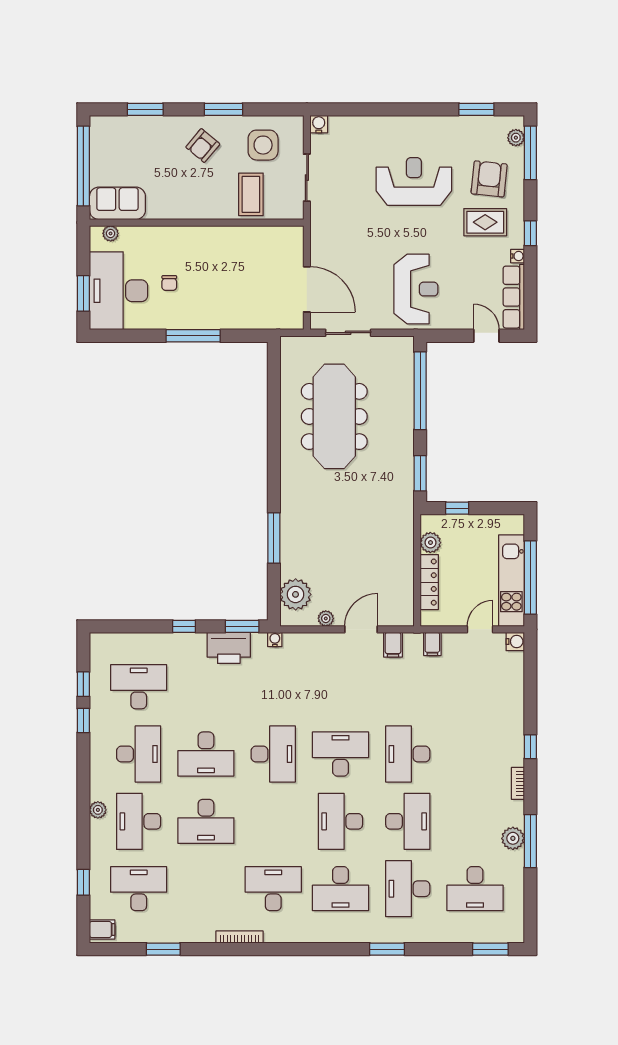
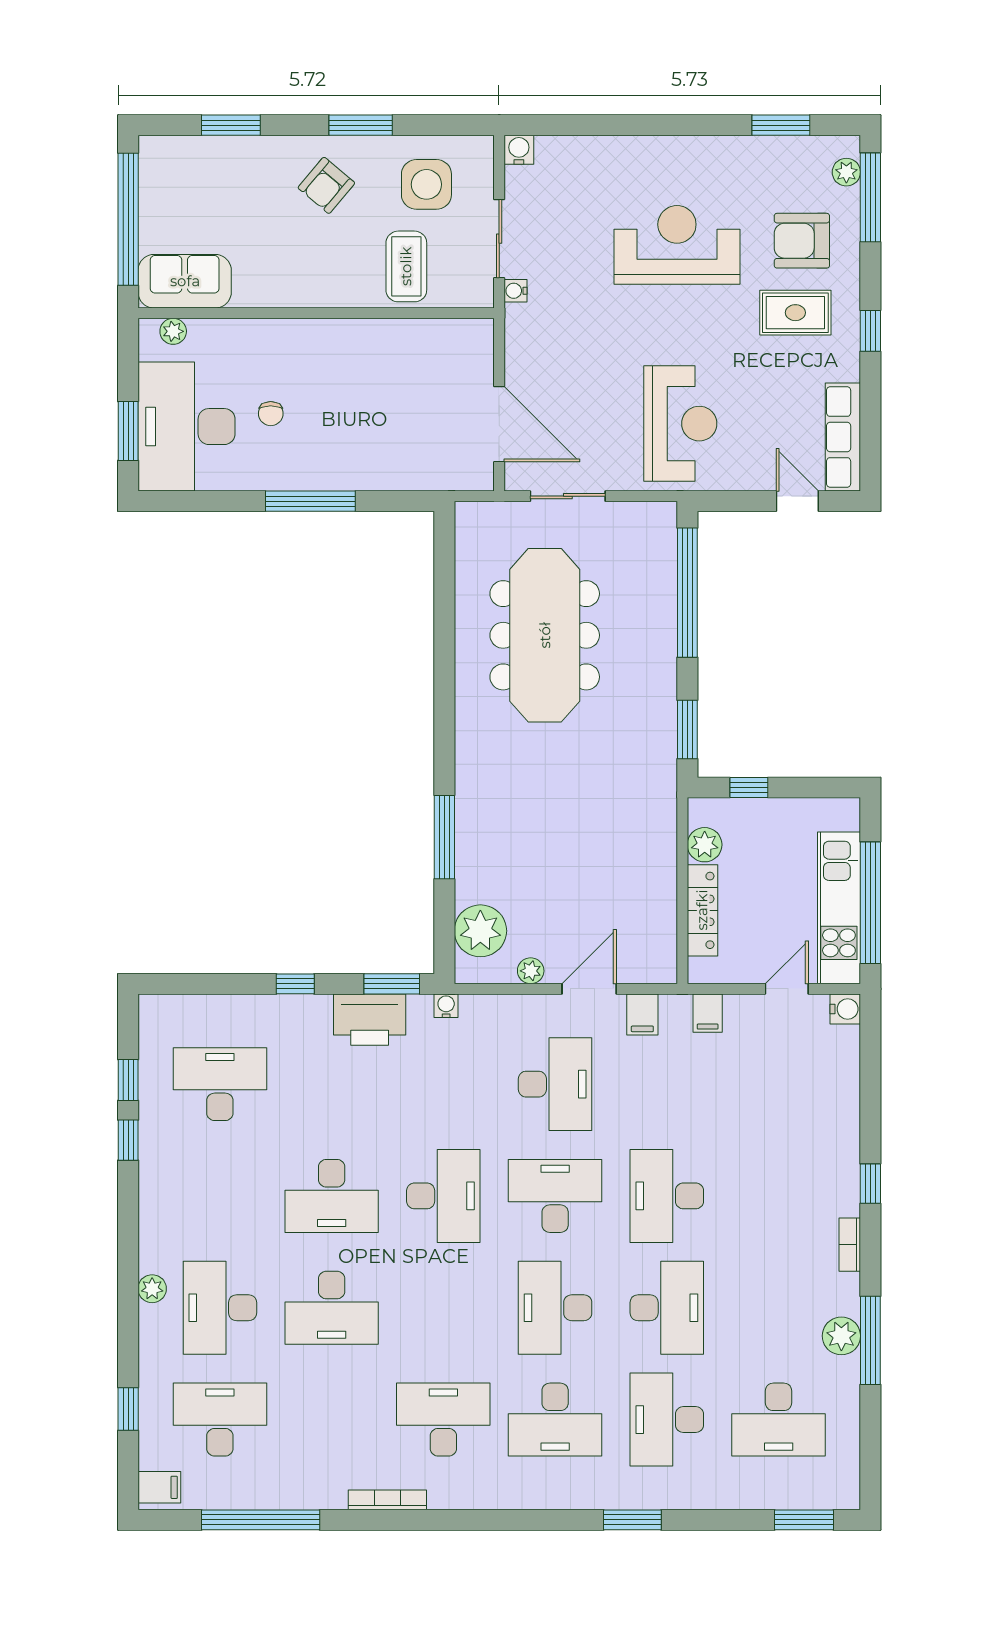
armchair: (489, 179) -> (802, 241), turned -96
water cooler: (518, 256) -> (515, 291), moved, turned 180
desk: (139, 754) -> (555, 1084), moved
window: (163, 949) -> (261, 1520), width x2.11

